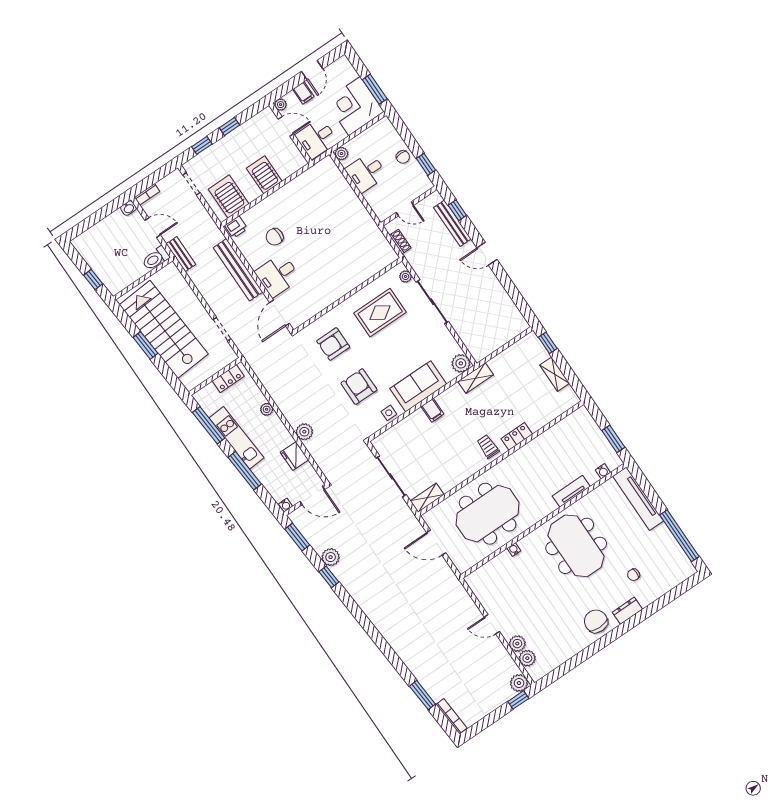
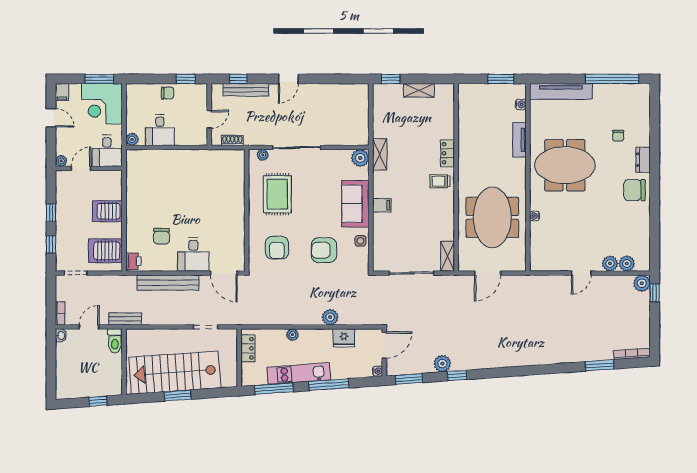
filing cabinet: (303, 93) -> (62, 92), moved, turned 90

